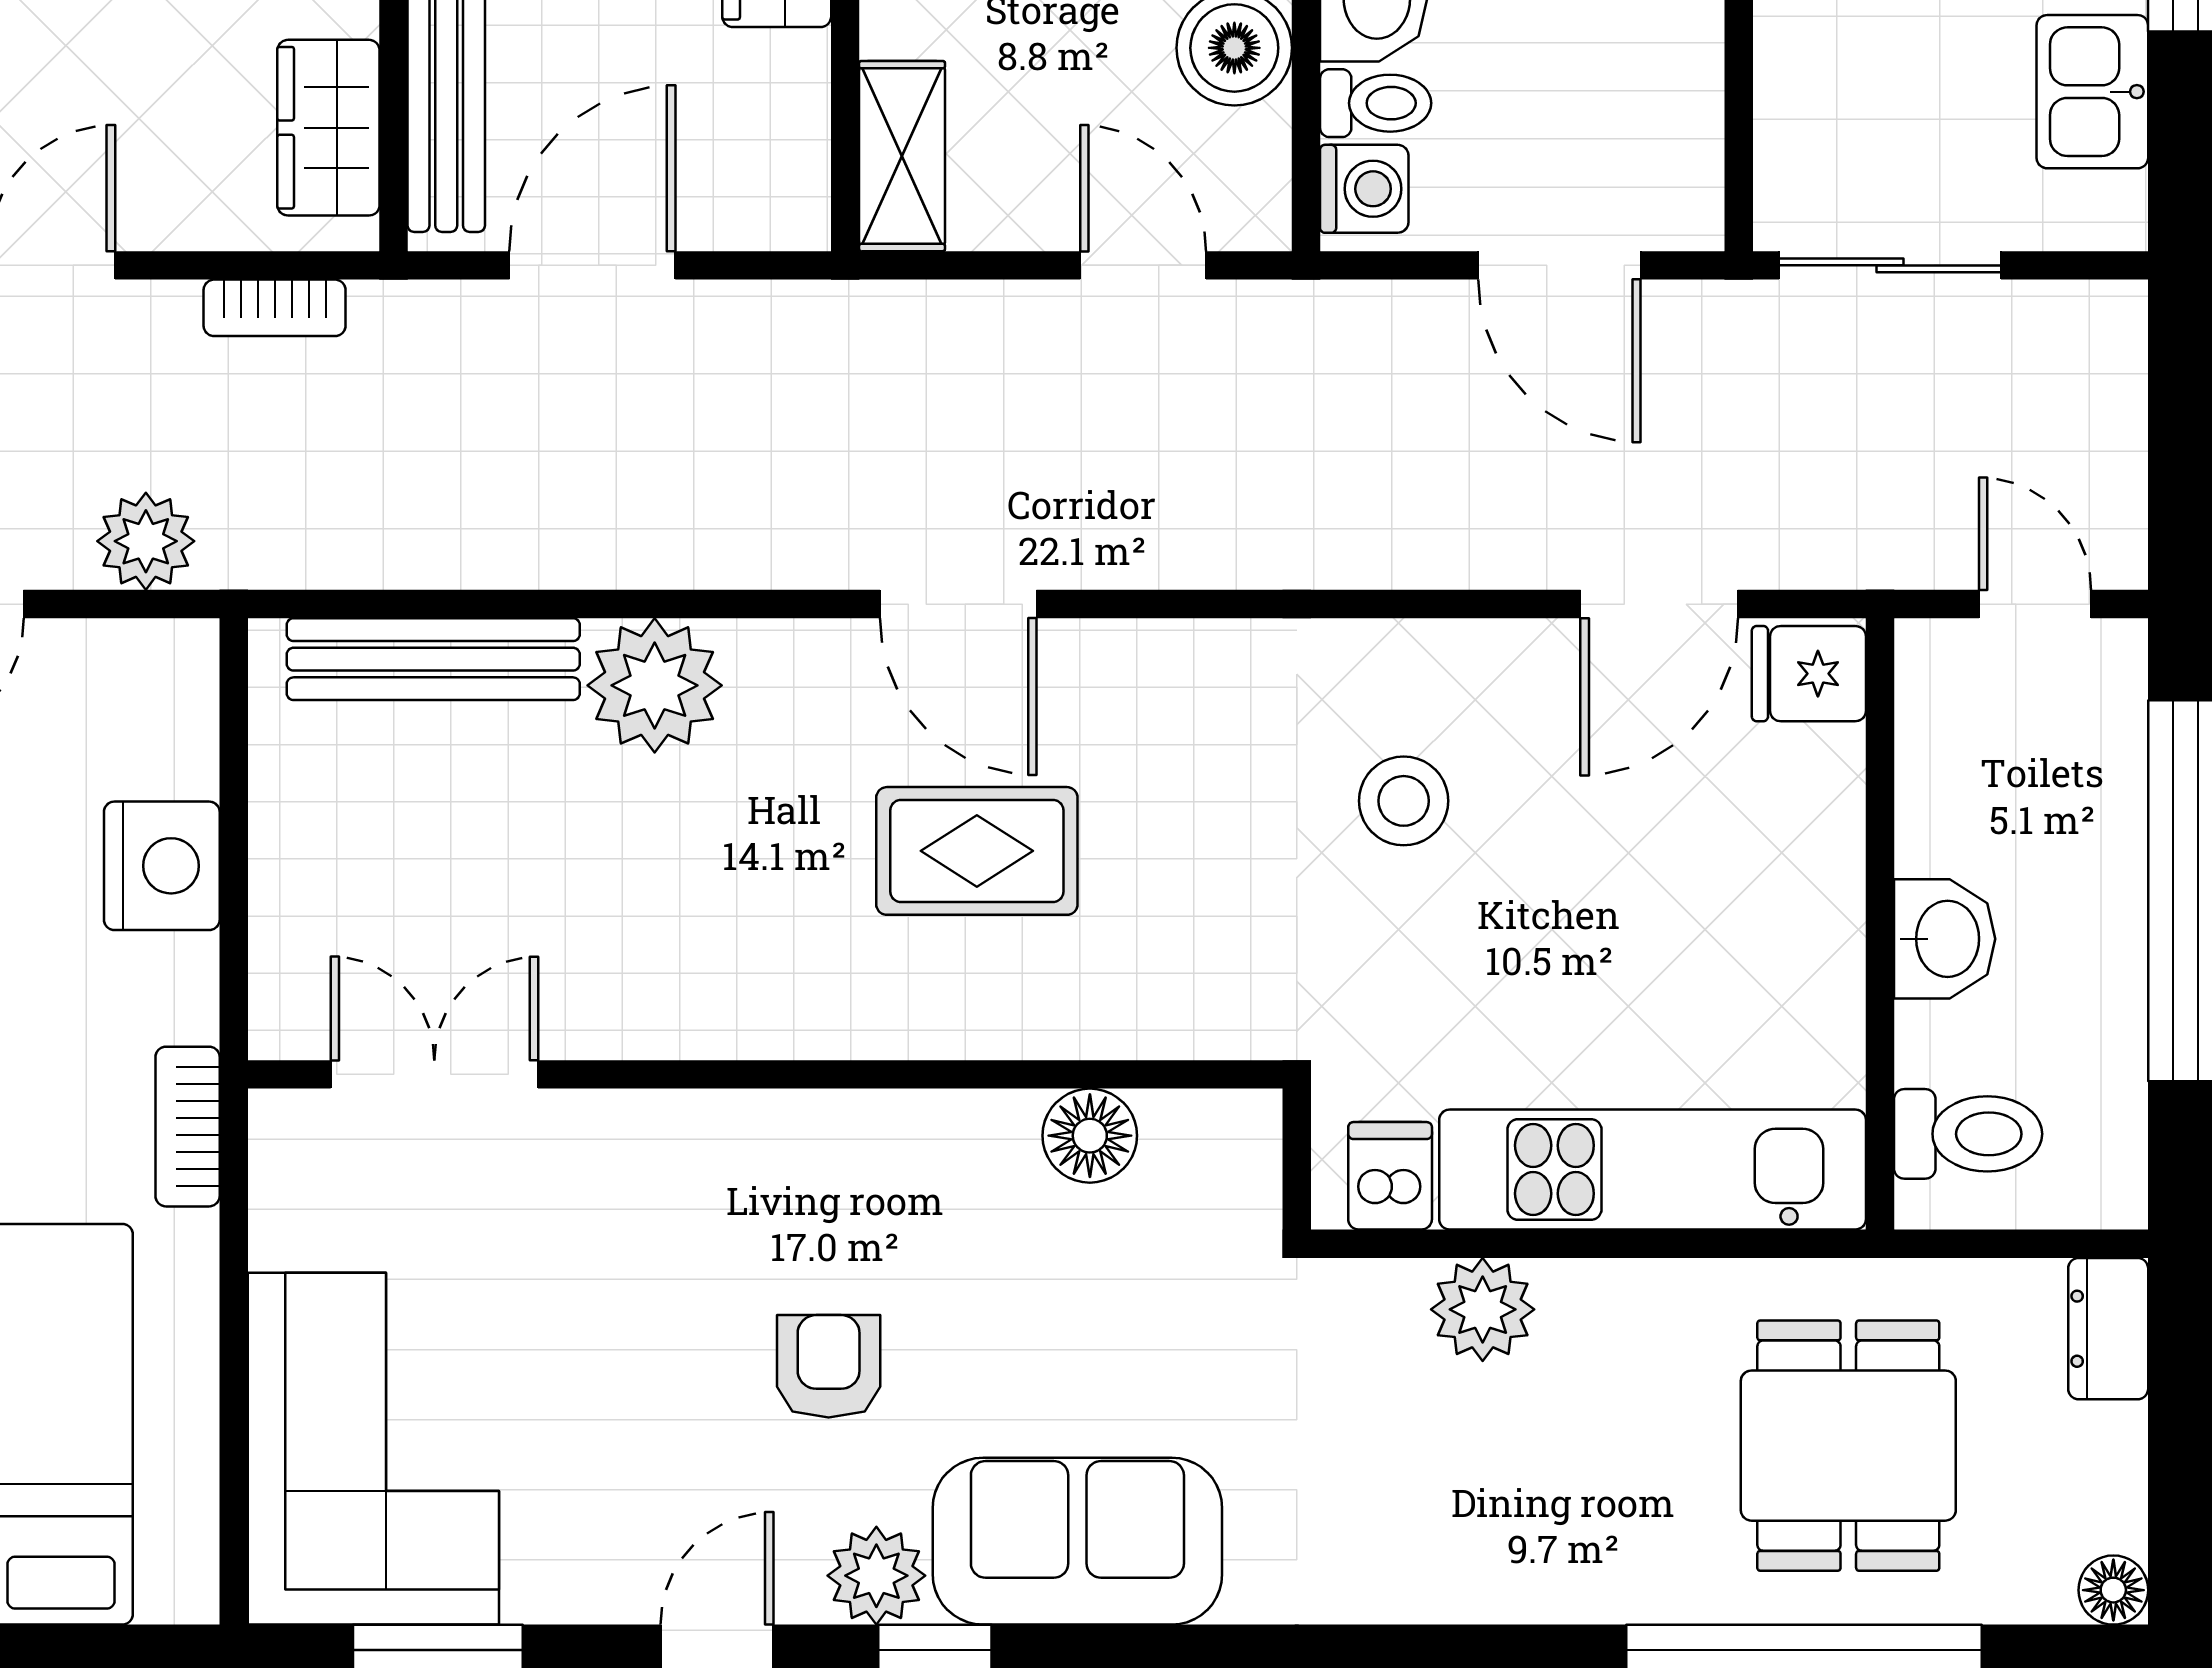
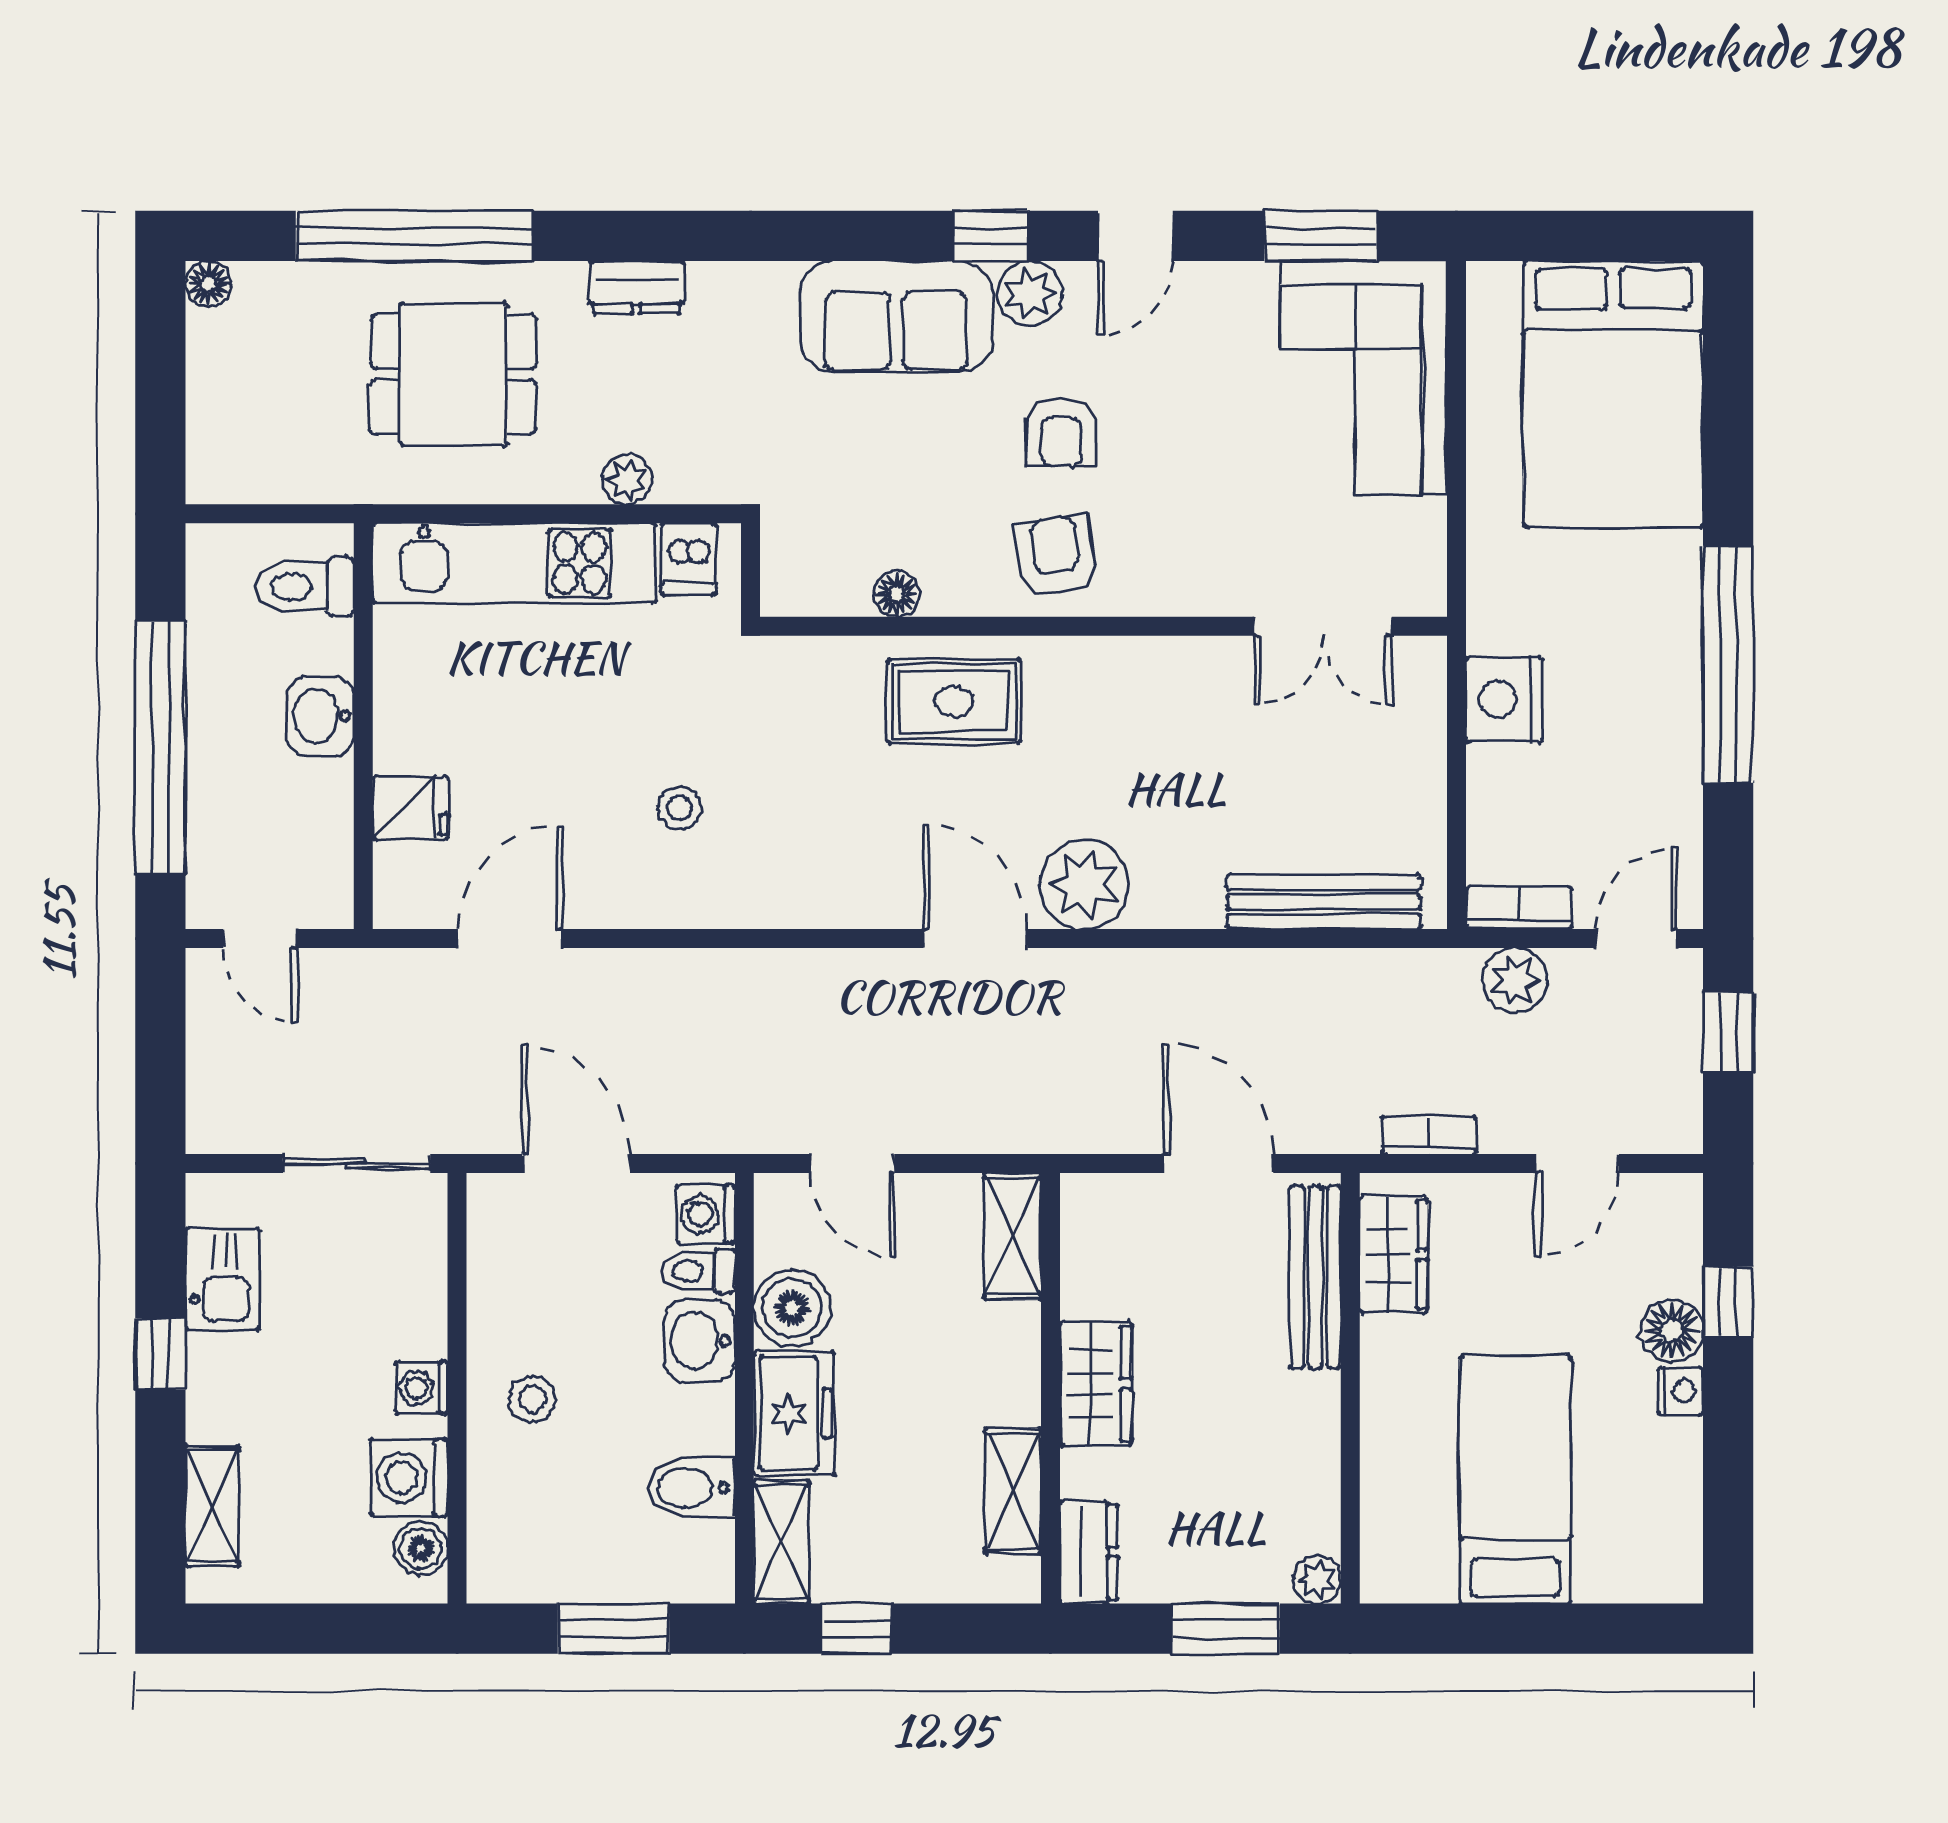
door: (592, 265) -> (1218, 1163), swing flipped
fridge: (1809, 674) -> (411, 808), moved
plant: (655, 685) -> (1084, 884), moved
stool: (1404, 801) -> (680, 808), width x0.73, depth x0.73
rug: (977, 851) -> (954, 702), moved
nightstand: (162, 866) -> (1504, 699), moved
bookcase: (188, 1127) -> (1519, 908), moved, turned -90
floor lamp: (1090, 1136) -> (896, 594), width x0.73, depth x0.73
armchair: (836, 1181) -> (1056, 556), added
plant: (1483, 1309) -> (627, 480), width x0.73, depth x0.73
dresser: (2108, 1329) -> (636, 287), moved, turned 90
dining table: (1848, 1446) -> (453, 374), moved, turned 90

